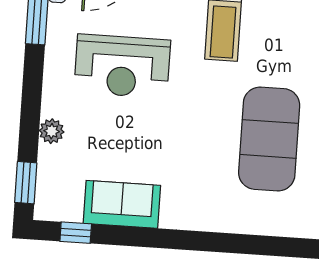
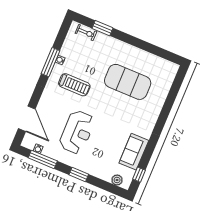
plant: (52, 131) -> (117, 180), moved
window: (26, 183) -> (79, 175), moved

